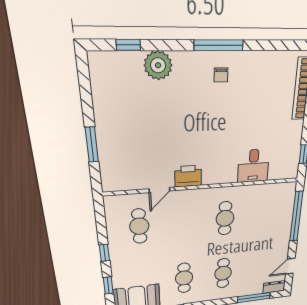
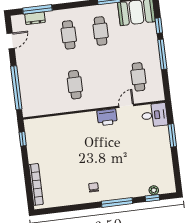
window: (219, 45) -> (117, 202), moved
plant: (158, 65) -> (154, 190), moved, width x0.53, depth x0.53
desk: (253, 166) -> (154, 115), moved, turned 90
window: (104, 253) -> (162, 54), width x2.17
dresser: (274, 287) -> (35, 18), moved

